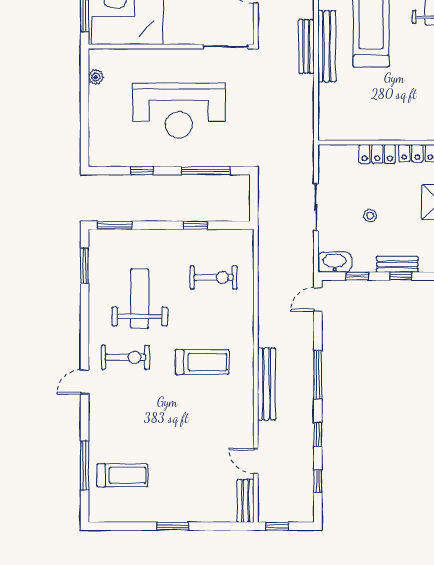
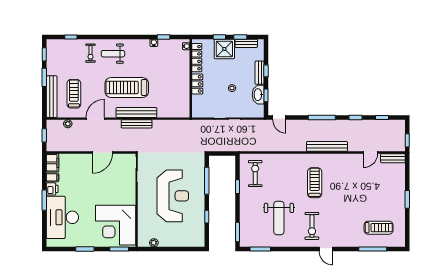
washbasin: (335, 262) -> (258, 95), moved
exercise bike: (214, 278) -> (255, 174), moved
weight bench: (140, 299) -> (279, 218), turned -90
exercise bike: (125, 357) -> (312, 226), turned 180
treadmill: (123, 475) -> (379, 228), turned 90

